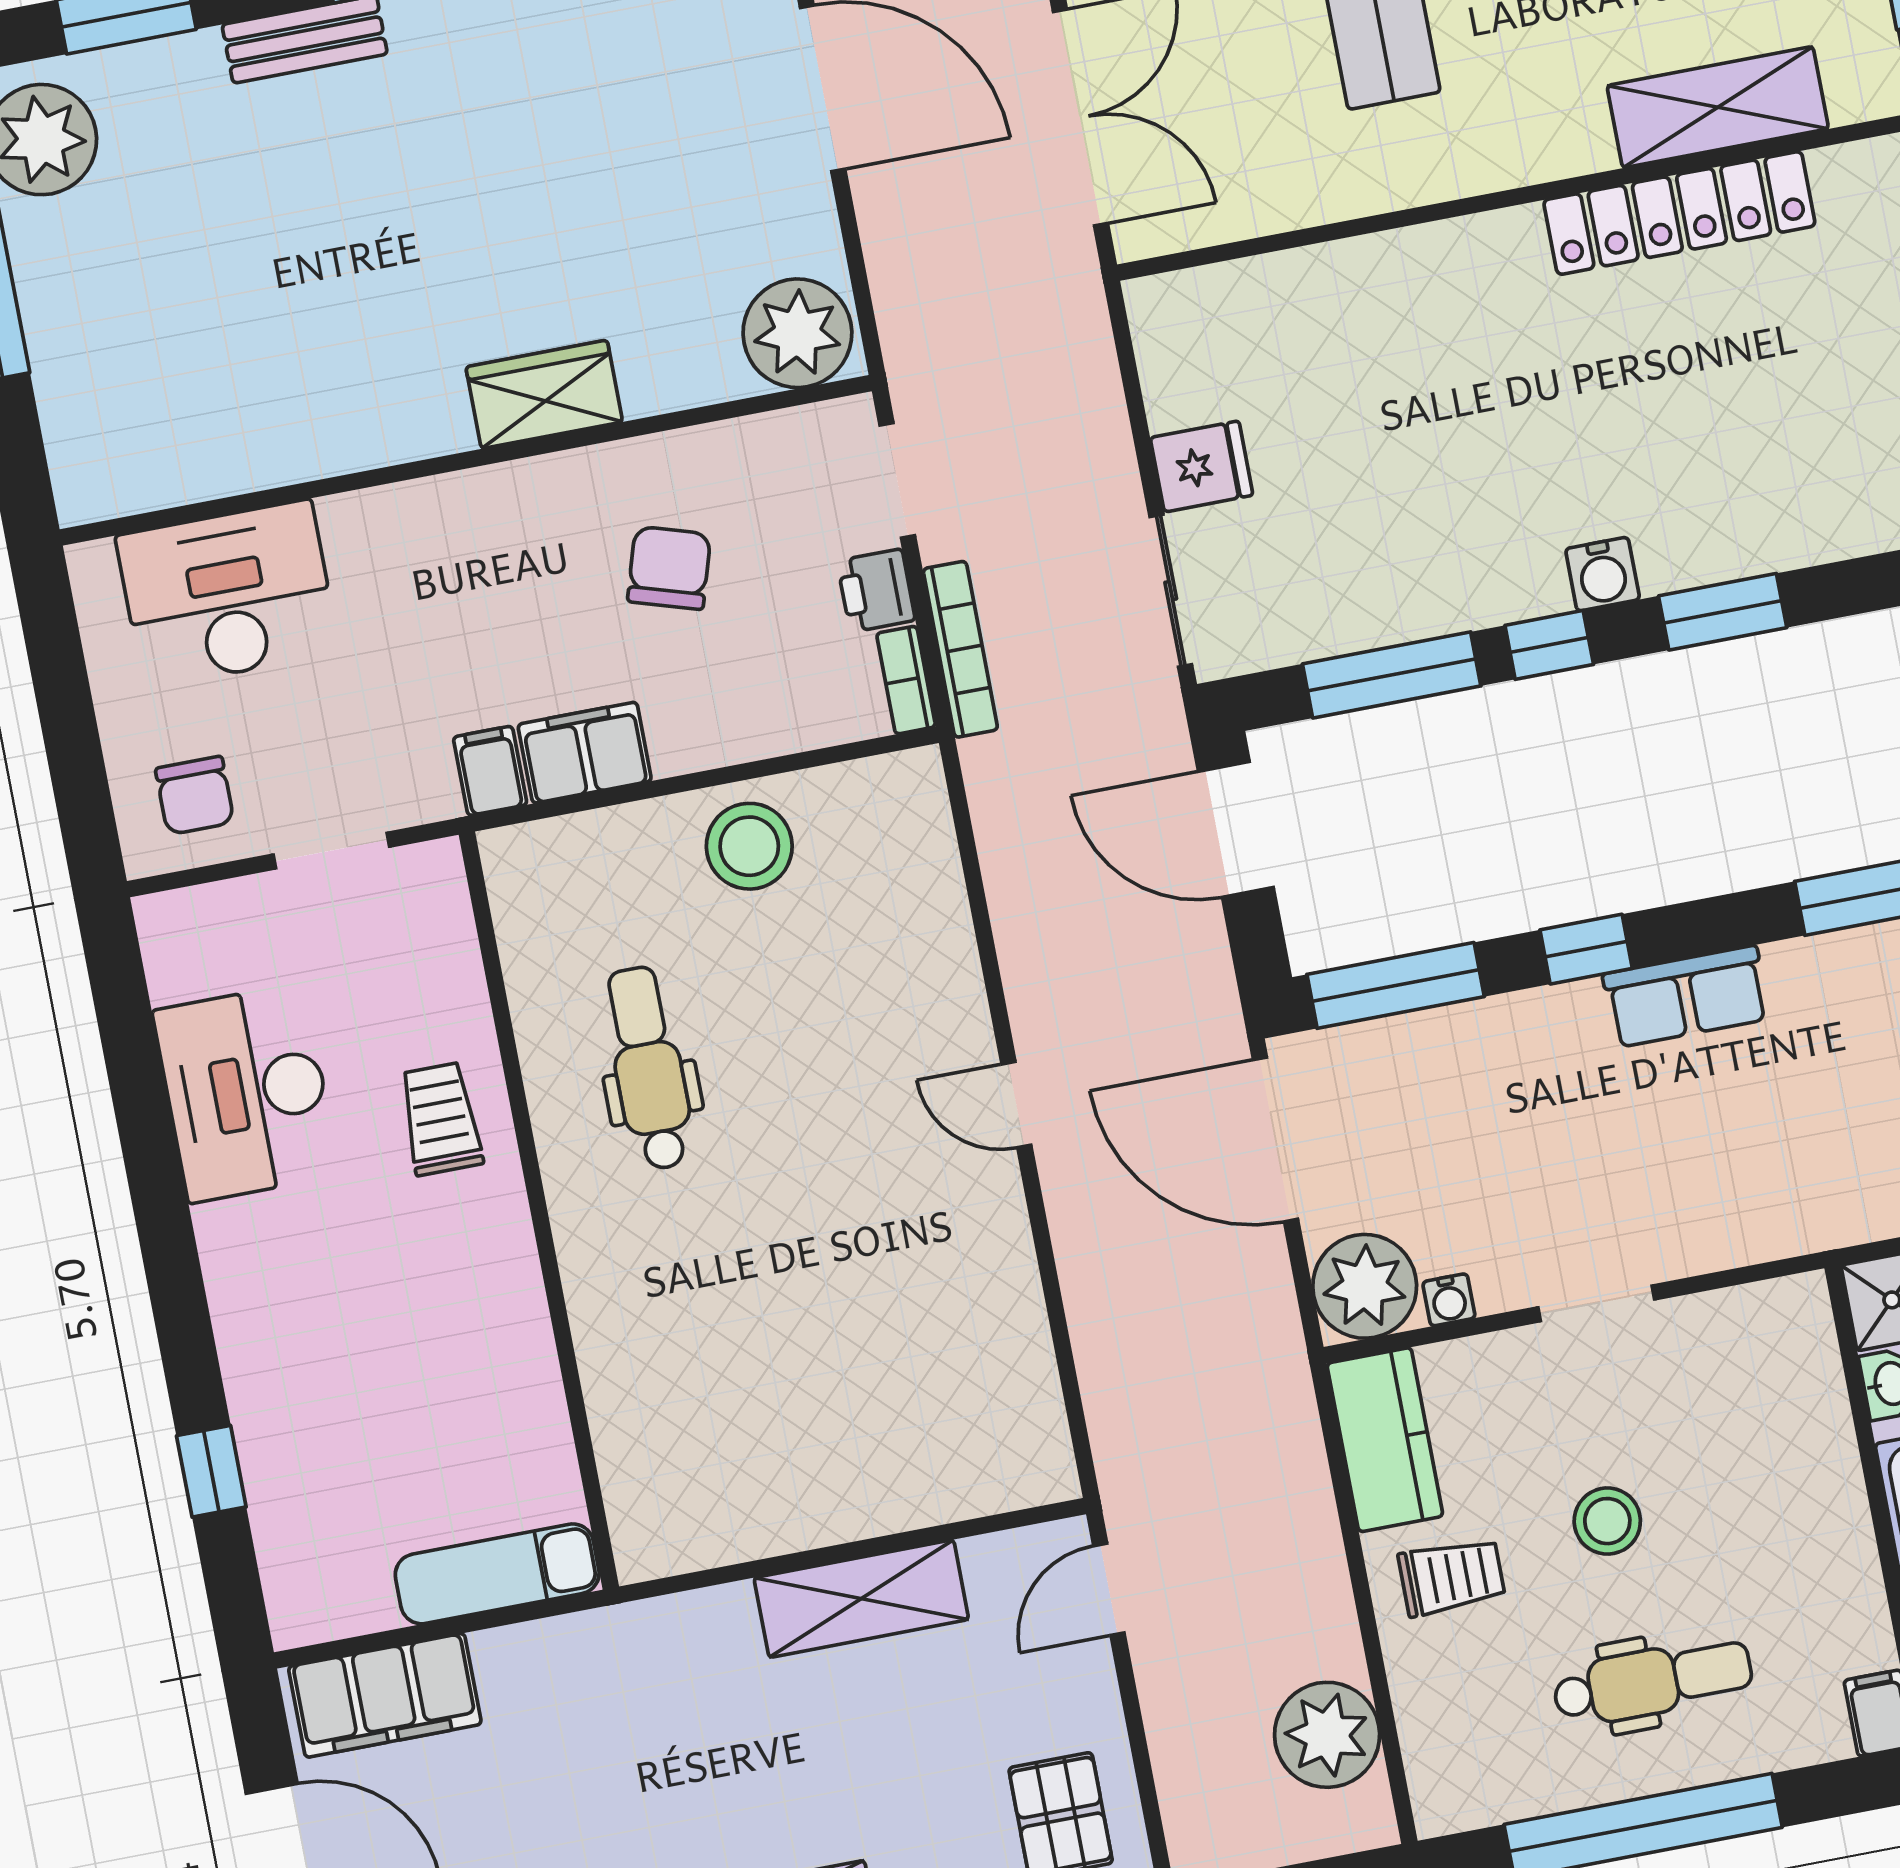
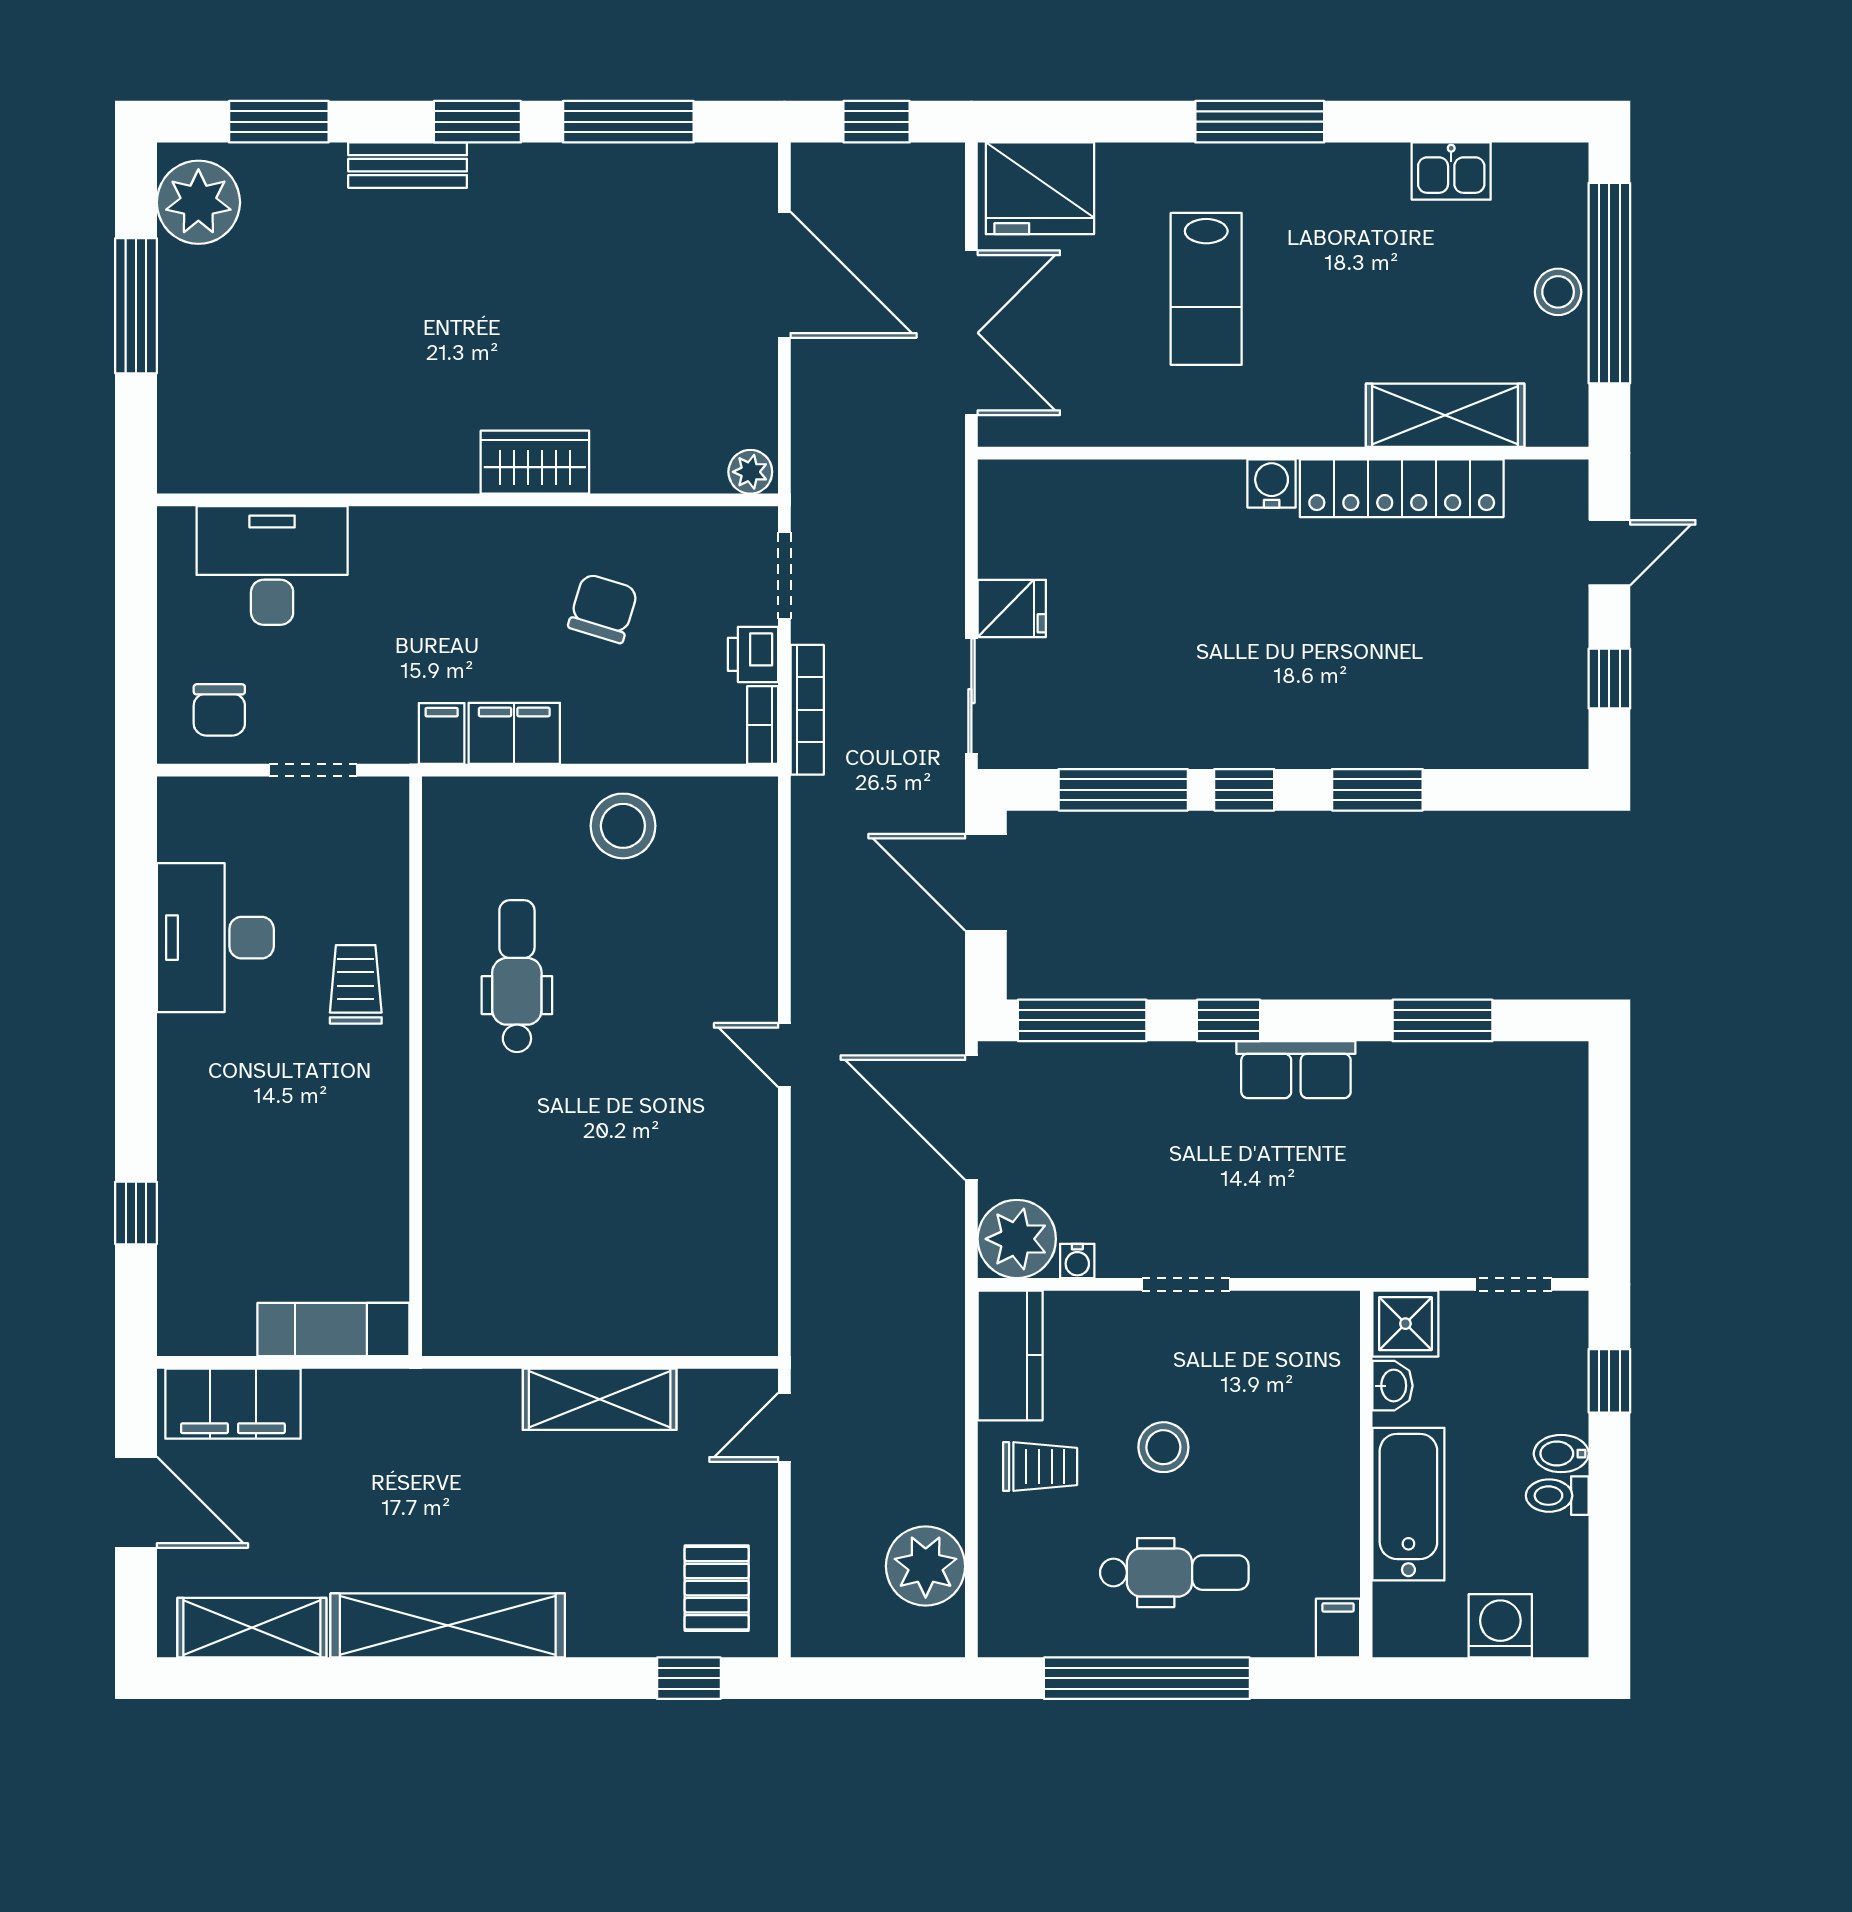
plant: (797, 333) -> (750, 472), width x0.53, depth x0.53
water cooler: (1603, 574) -> (1272, 483), moved, turned 180

